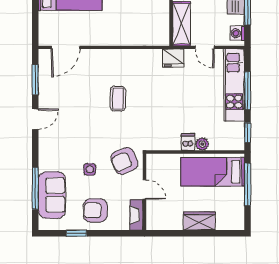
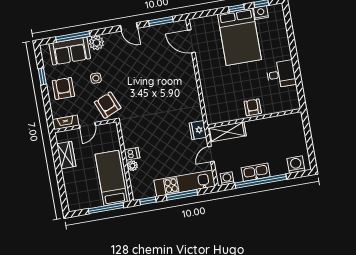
coffee table: (118, 99) -> (157, 91), removed
plant: (47, 161) -> (96, 43), added
wardrobe: (199, 221) -> (66, 155), moved

